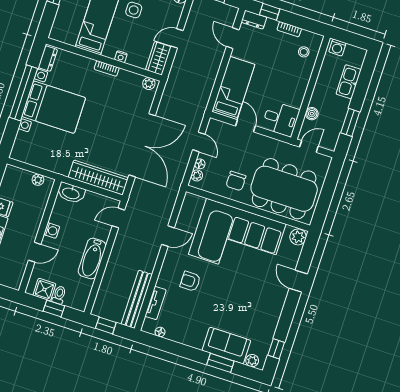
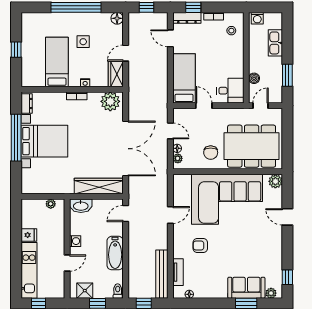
dresser: (254, 20) -> (187, 18), width x1.44
plant: (149, 84) -> (110, 101), width x1.87, depth x1.87
toilet: (59, 295) -> (118, 291), moved

